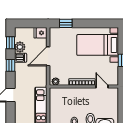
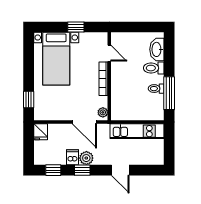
plant: (20, 47) -> (86, 158), moved
door: (48, 56) -> (84, 122), moved
door: (102, 87) -> (109, 53), swing flipped

